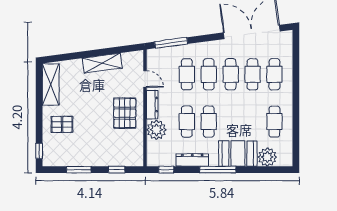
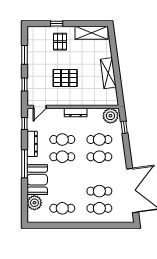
window: (171, 43) -> (124, 127), width x0.46
cafe table: (231, 74) -> (99, 174), removed
door: (145, 79) -> (40, 107), moved
pallet: (125, 113) -> (65, 78), moved
plant: (156, 130) -> (110, 116), moved
window: (39, 151) -> (57, 24), moved

